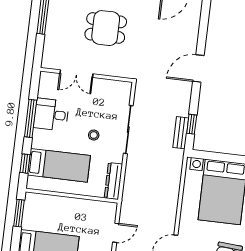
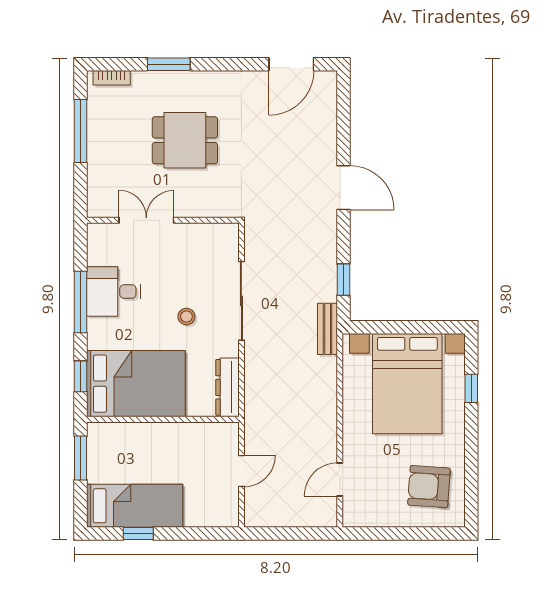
door: (198, 68) -> (343, 188), swing flipped
double door: (76, 74) -> (146, 220), swing flipped
bench: (181, 133) -> (328, 329), moved
bed: (59, 165) -> (136, 384), width x1.50

